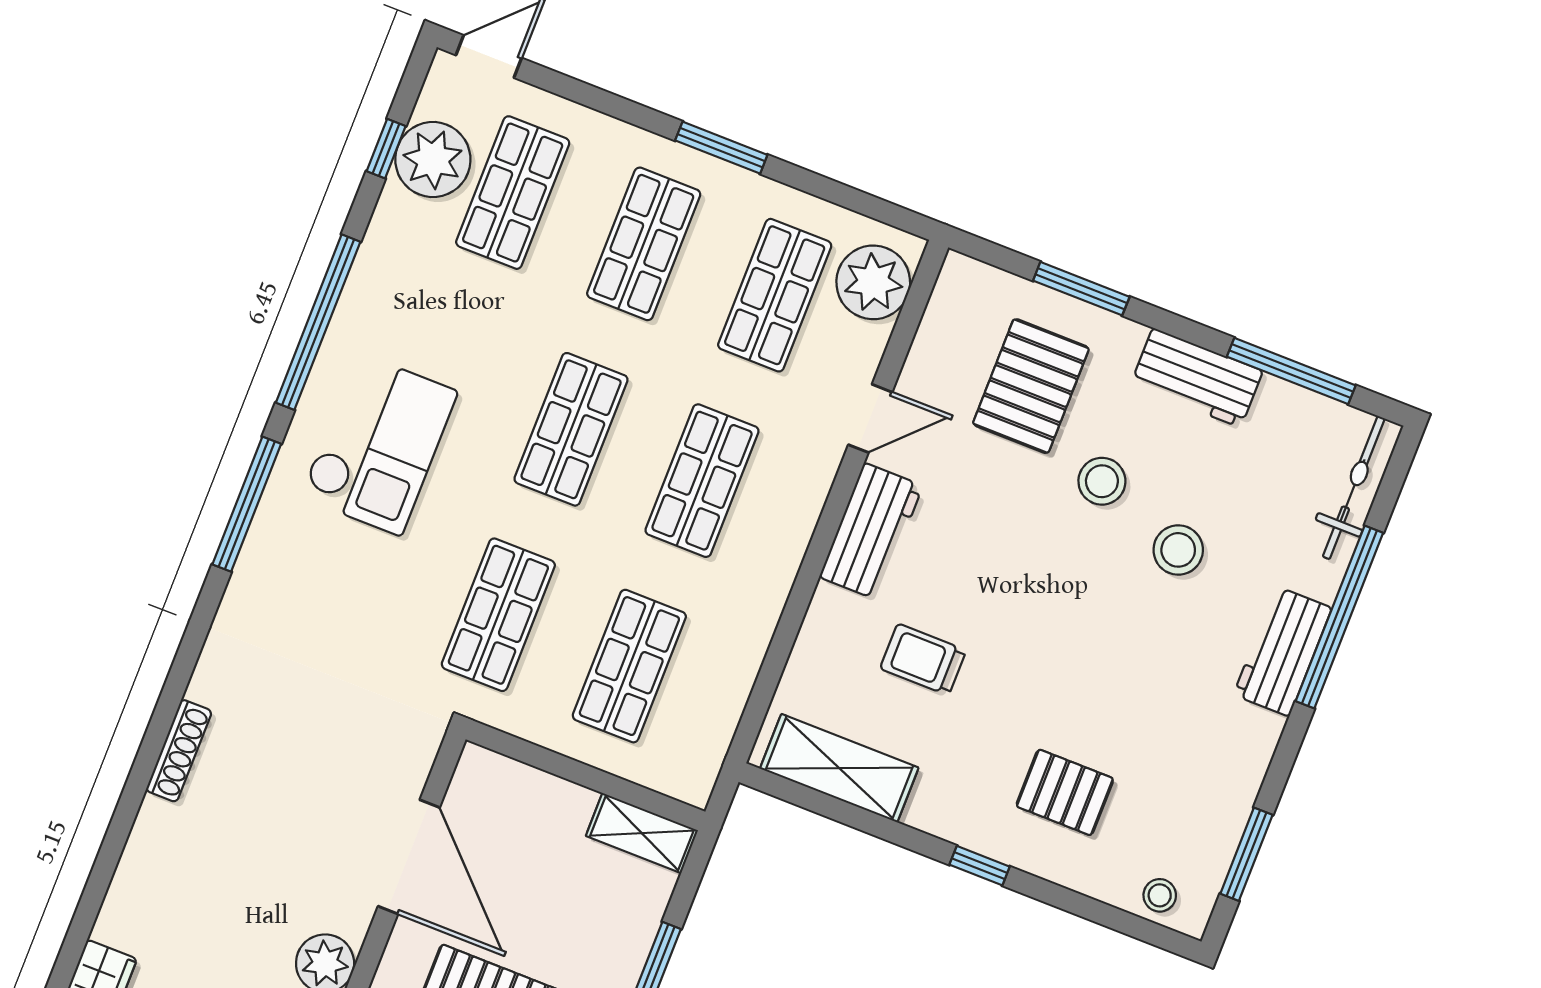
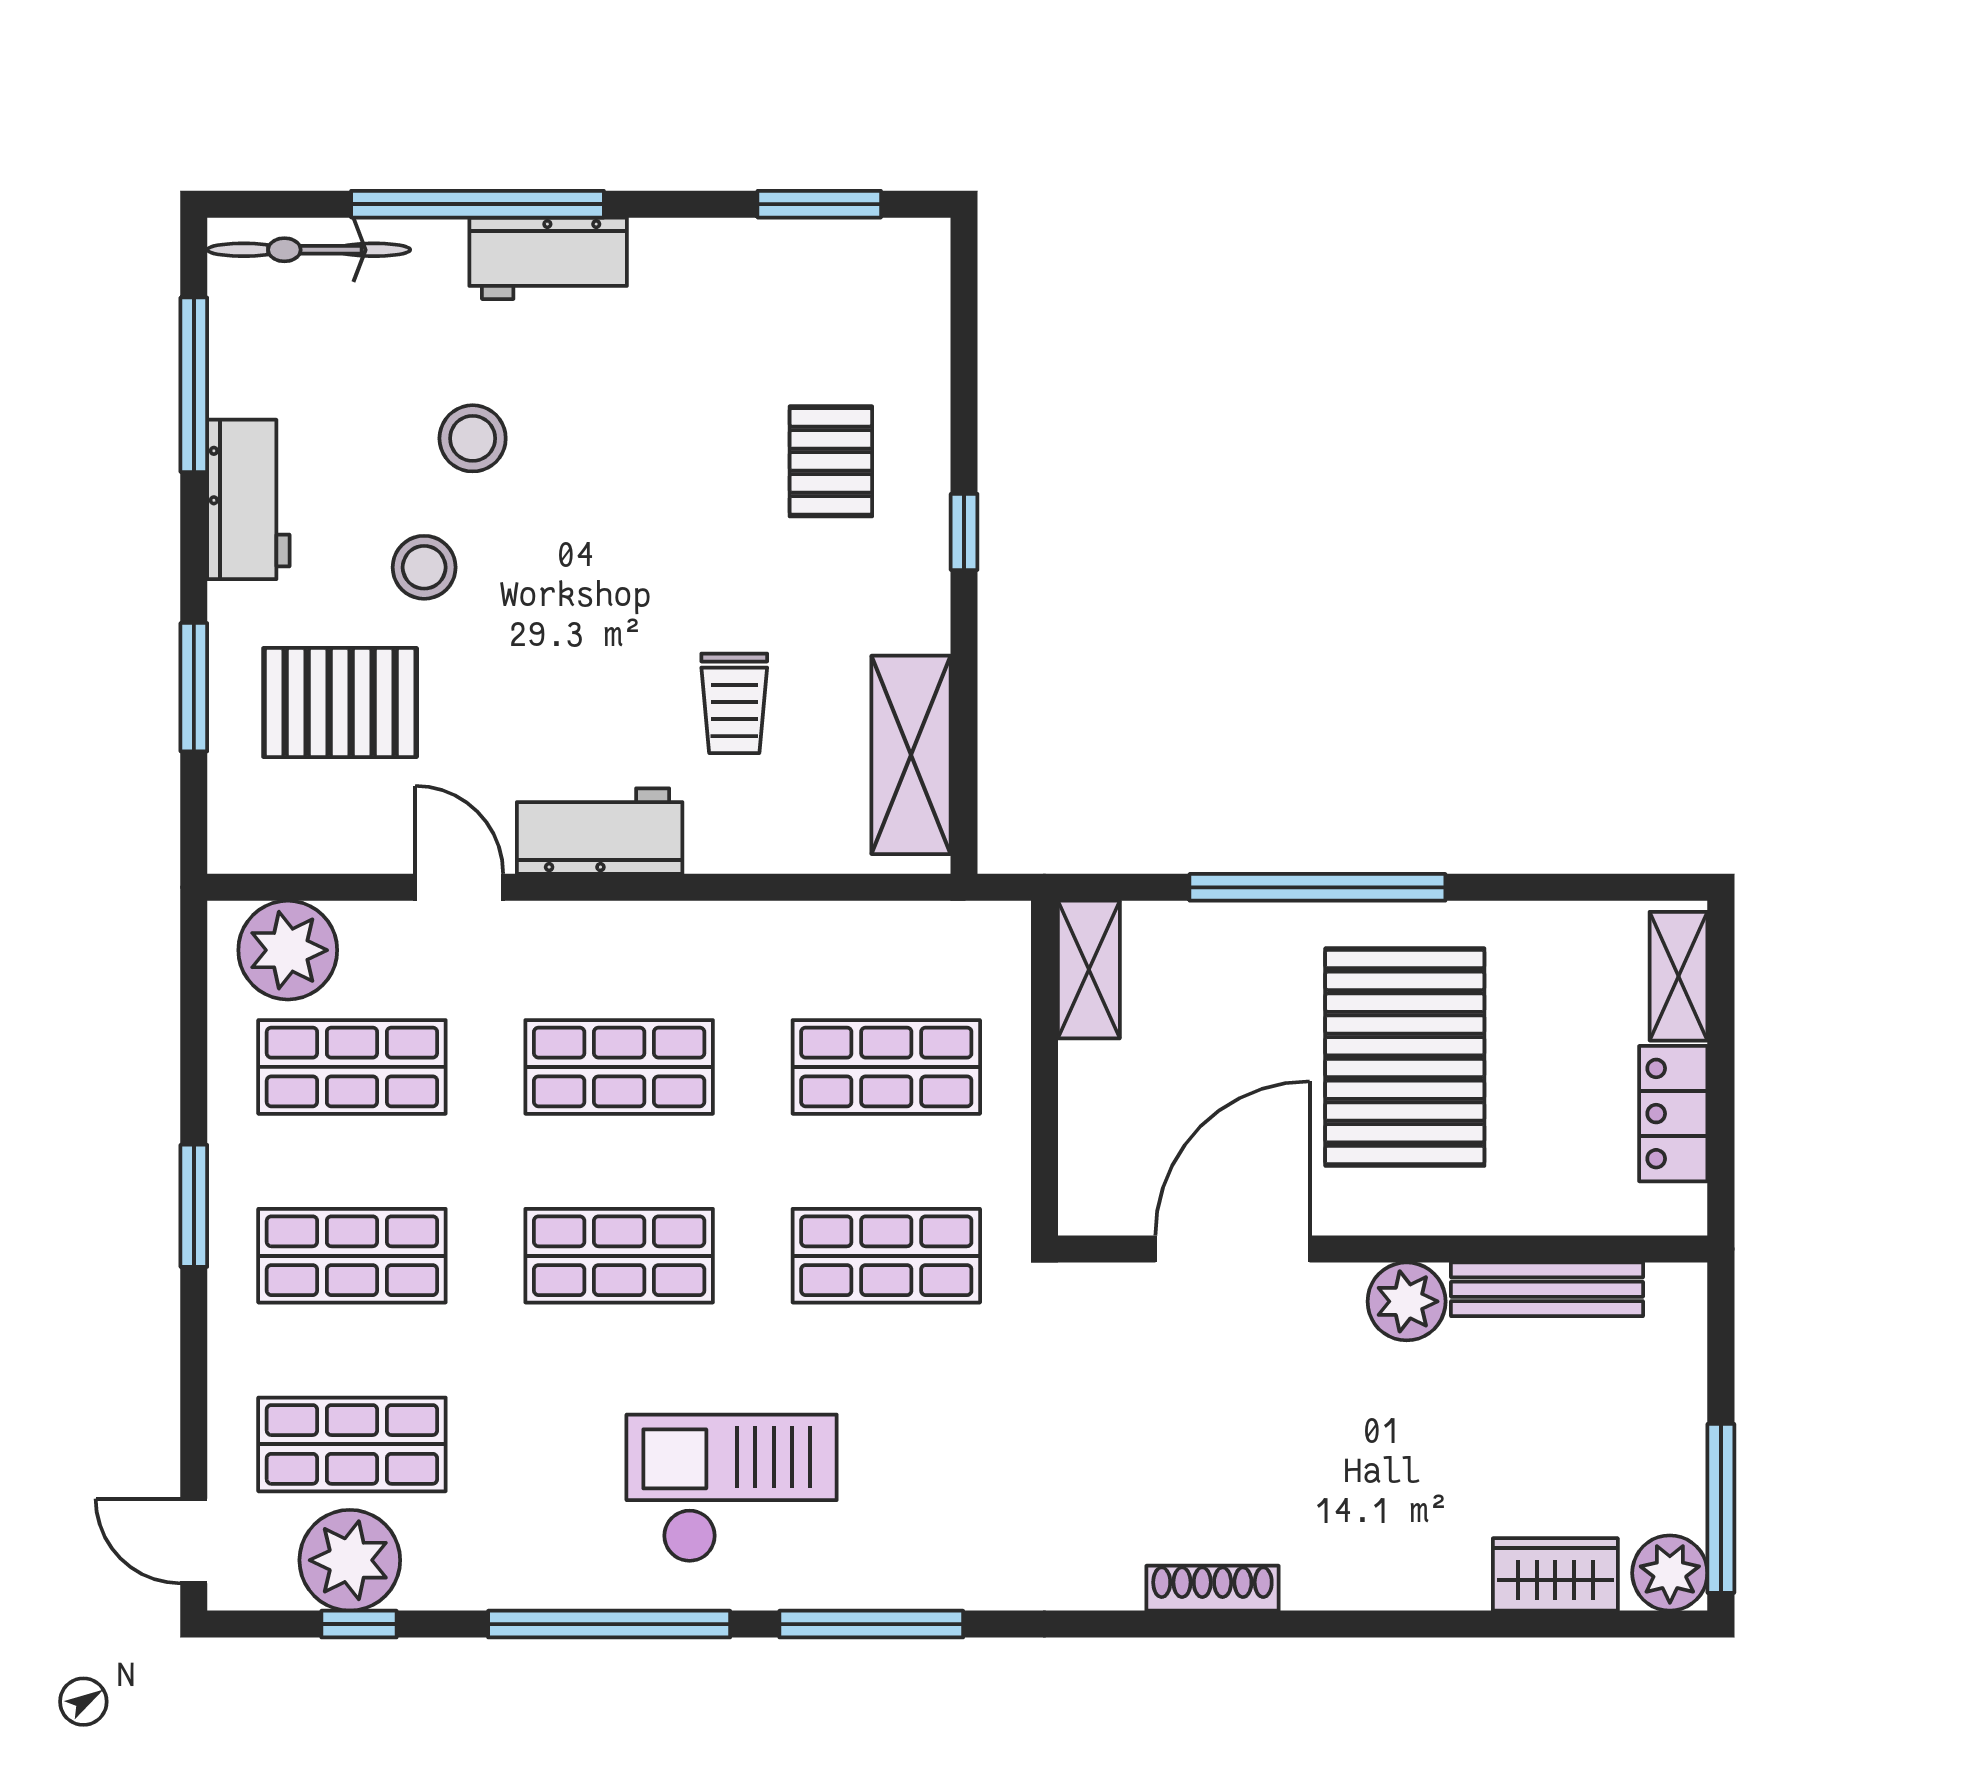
stool: (1160, 895) -> (913, 292), removed

